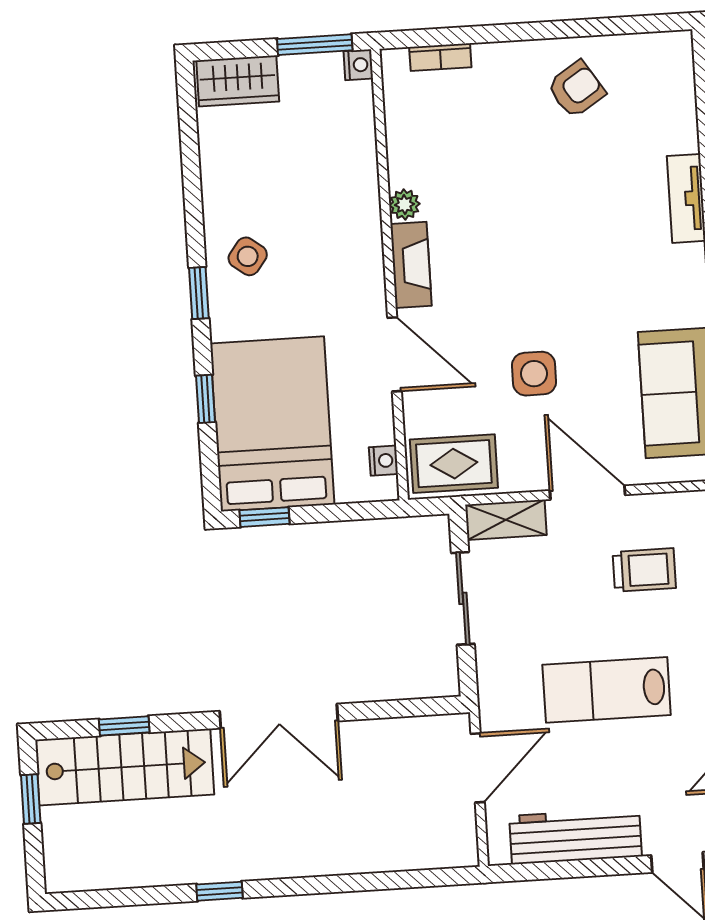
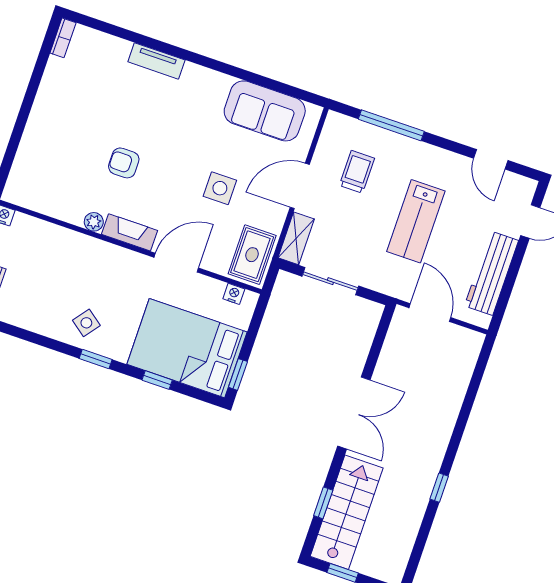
bookcase: (440, 57) -> (63, 38), moved
armchair: (576, 89) -> (124, 163), moved, turned -57

